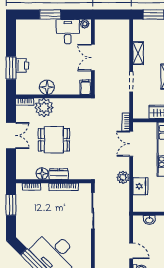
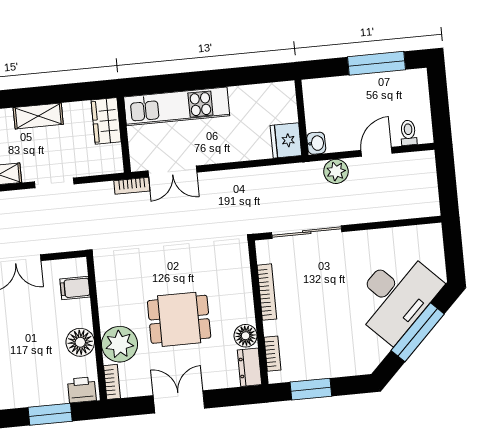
printer: (22, 65) -> (82, 390), moved
filing cabinet: (86, 87) -> (75, 288), moved
dining table: (54, 140) -> (179, 319), turned 90
dresser: (59, 174) -> (250, 367), moved
plant: (123, 177) -> (336, 171), moved
fridge: (140, 186) -> (286, 140), moved, turned -90
washbasin: (149, 220) -> (316, 143), moved

